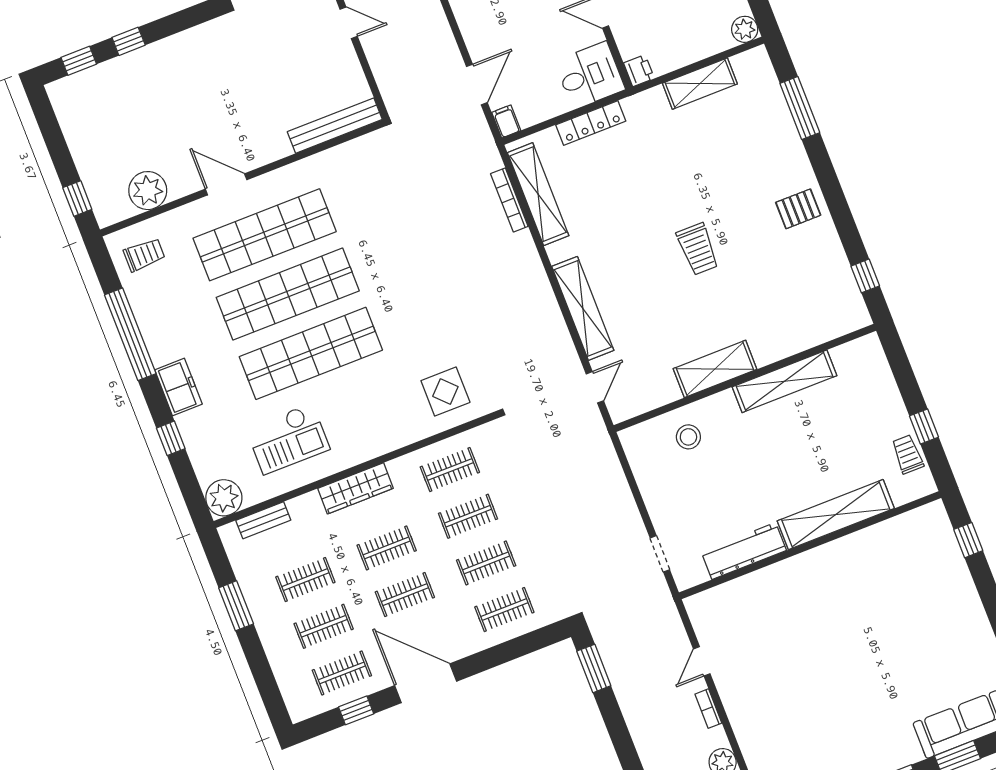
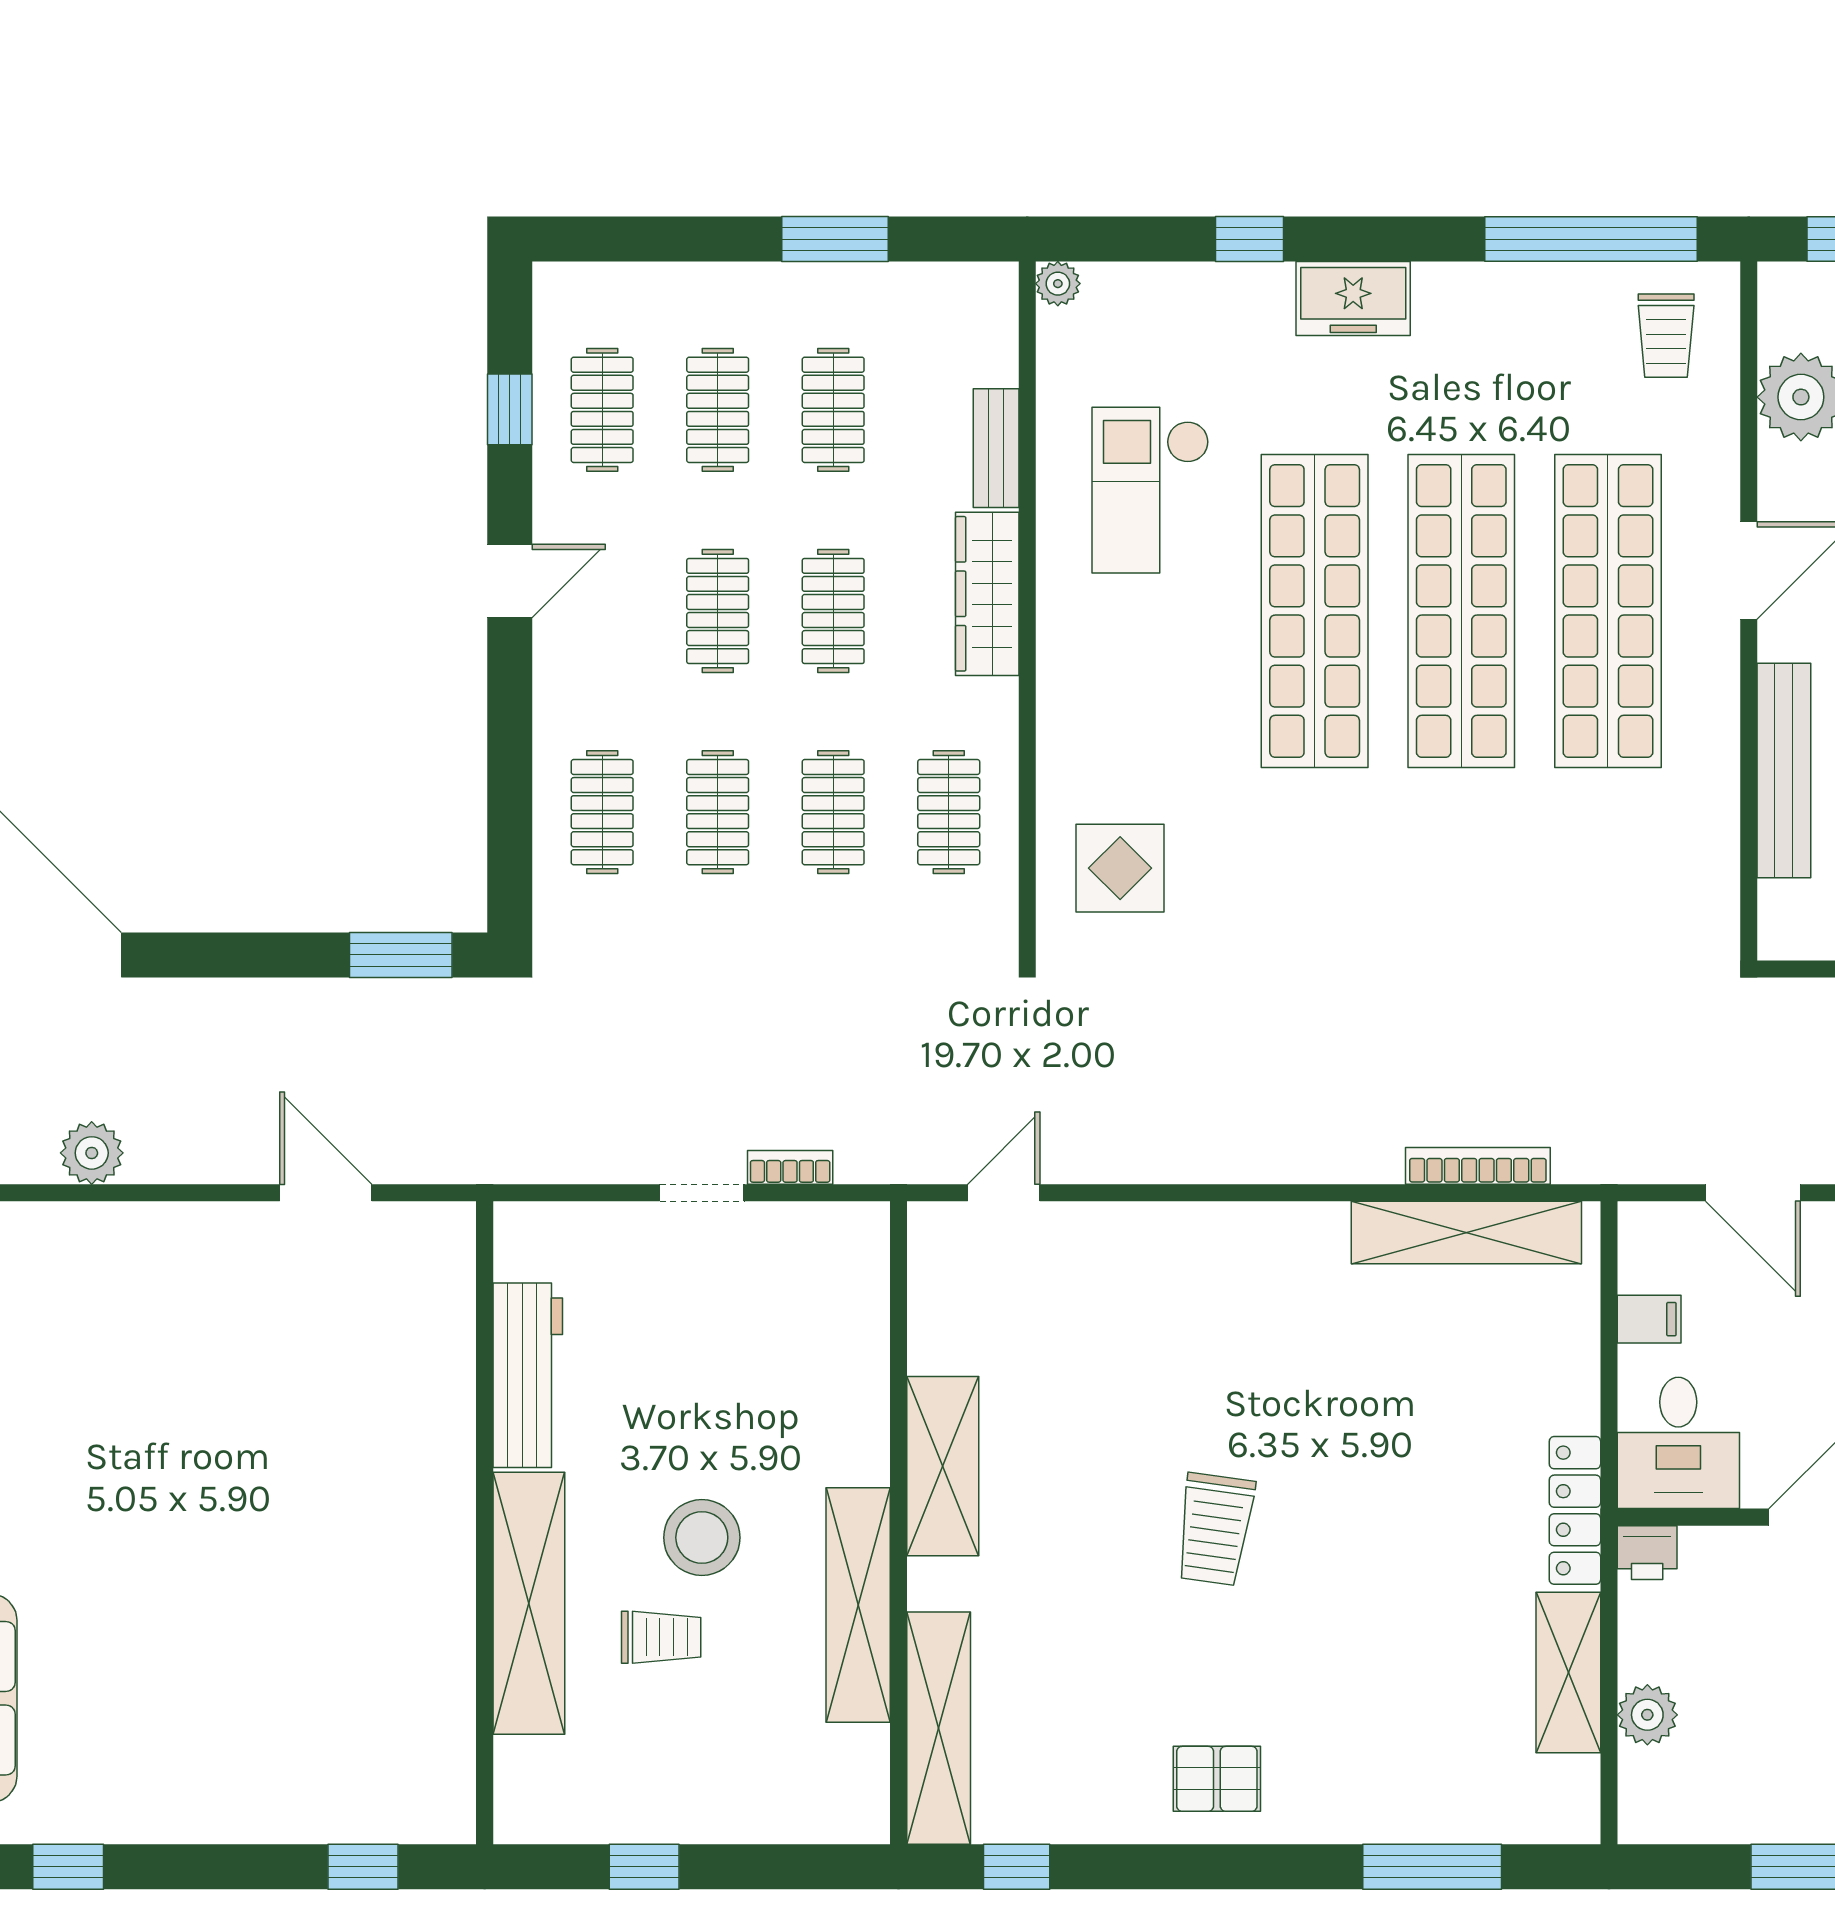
plant: (745, 29) -> (1647, 1715), moved
filing cabinet: (506, 121) -> (1649, 1319), moved
locker: (591, 123) -> (1575, 1510), moved
bench: (335, 126) -> (1784, 771), moved
pallet: (798, 209) -> (1217, 1779), turned 90
trolley: (698, 249) -> (1215, 1529), turned -82
shelving: (583, 308) -> (939, 1728), moved, turned 90
window: (130, 334) -> (1591, 239), moved
door: (595, 387) -> (1004, 1193), swing flipped
stool: (688, 437) -> (702, 1538), moved, width x1.38, depth x1.38
trolley: (908, 454) -> (661, 1637), moved
plant: (224, 498) -> (1058, 284), width x0.53, depth x0.53
bench: (263, 520) -> (996, 448), moved
doorway: (660, 554) -> (702, 1193), moved
door: (702, 661) -> (326, 1193), width x1.37
door: (426, 683) -> (510, 581), width x0.53
bookcase: (708, 709) -> (790, 1167), moved

